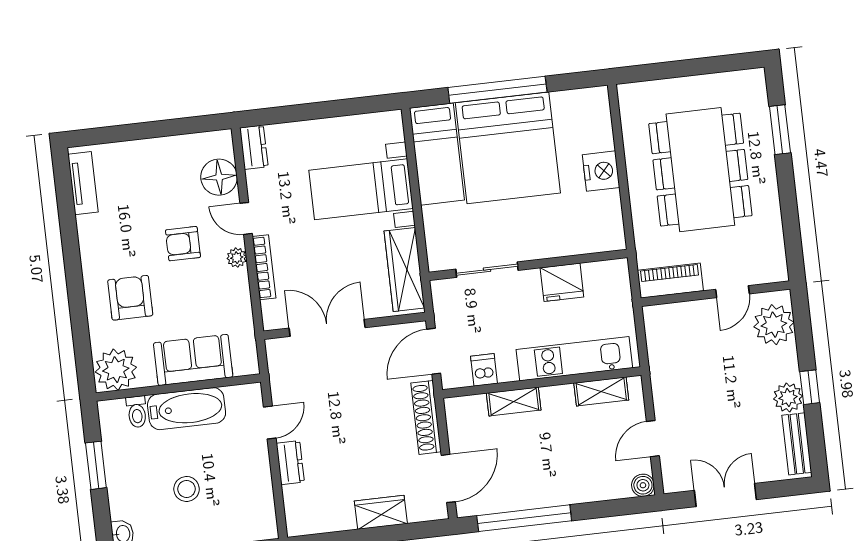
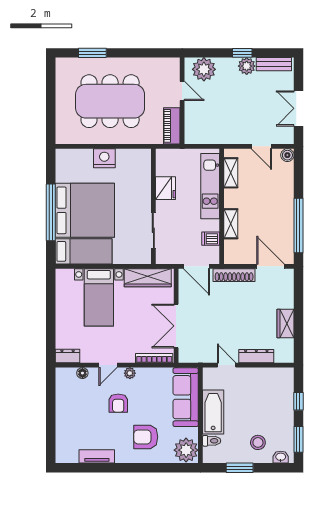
floor lamp: (219, 177) -> (82, 373), width x0.53, depth x0.53
tv unit: (83, 183) -> (97, 456), moved
bookcase: (264, 267) -> (154, 358), moved
sofa: (193, 360) -> (186, 397), width x1.36
dresser: (290, 463) -> (256, 356), width x1.44
stool: (187, 489) -> (258, 442), moved
wardrobe: (381, 512) -> (286, 324), moved

